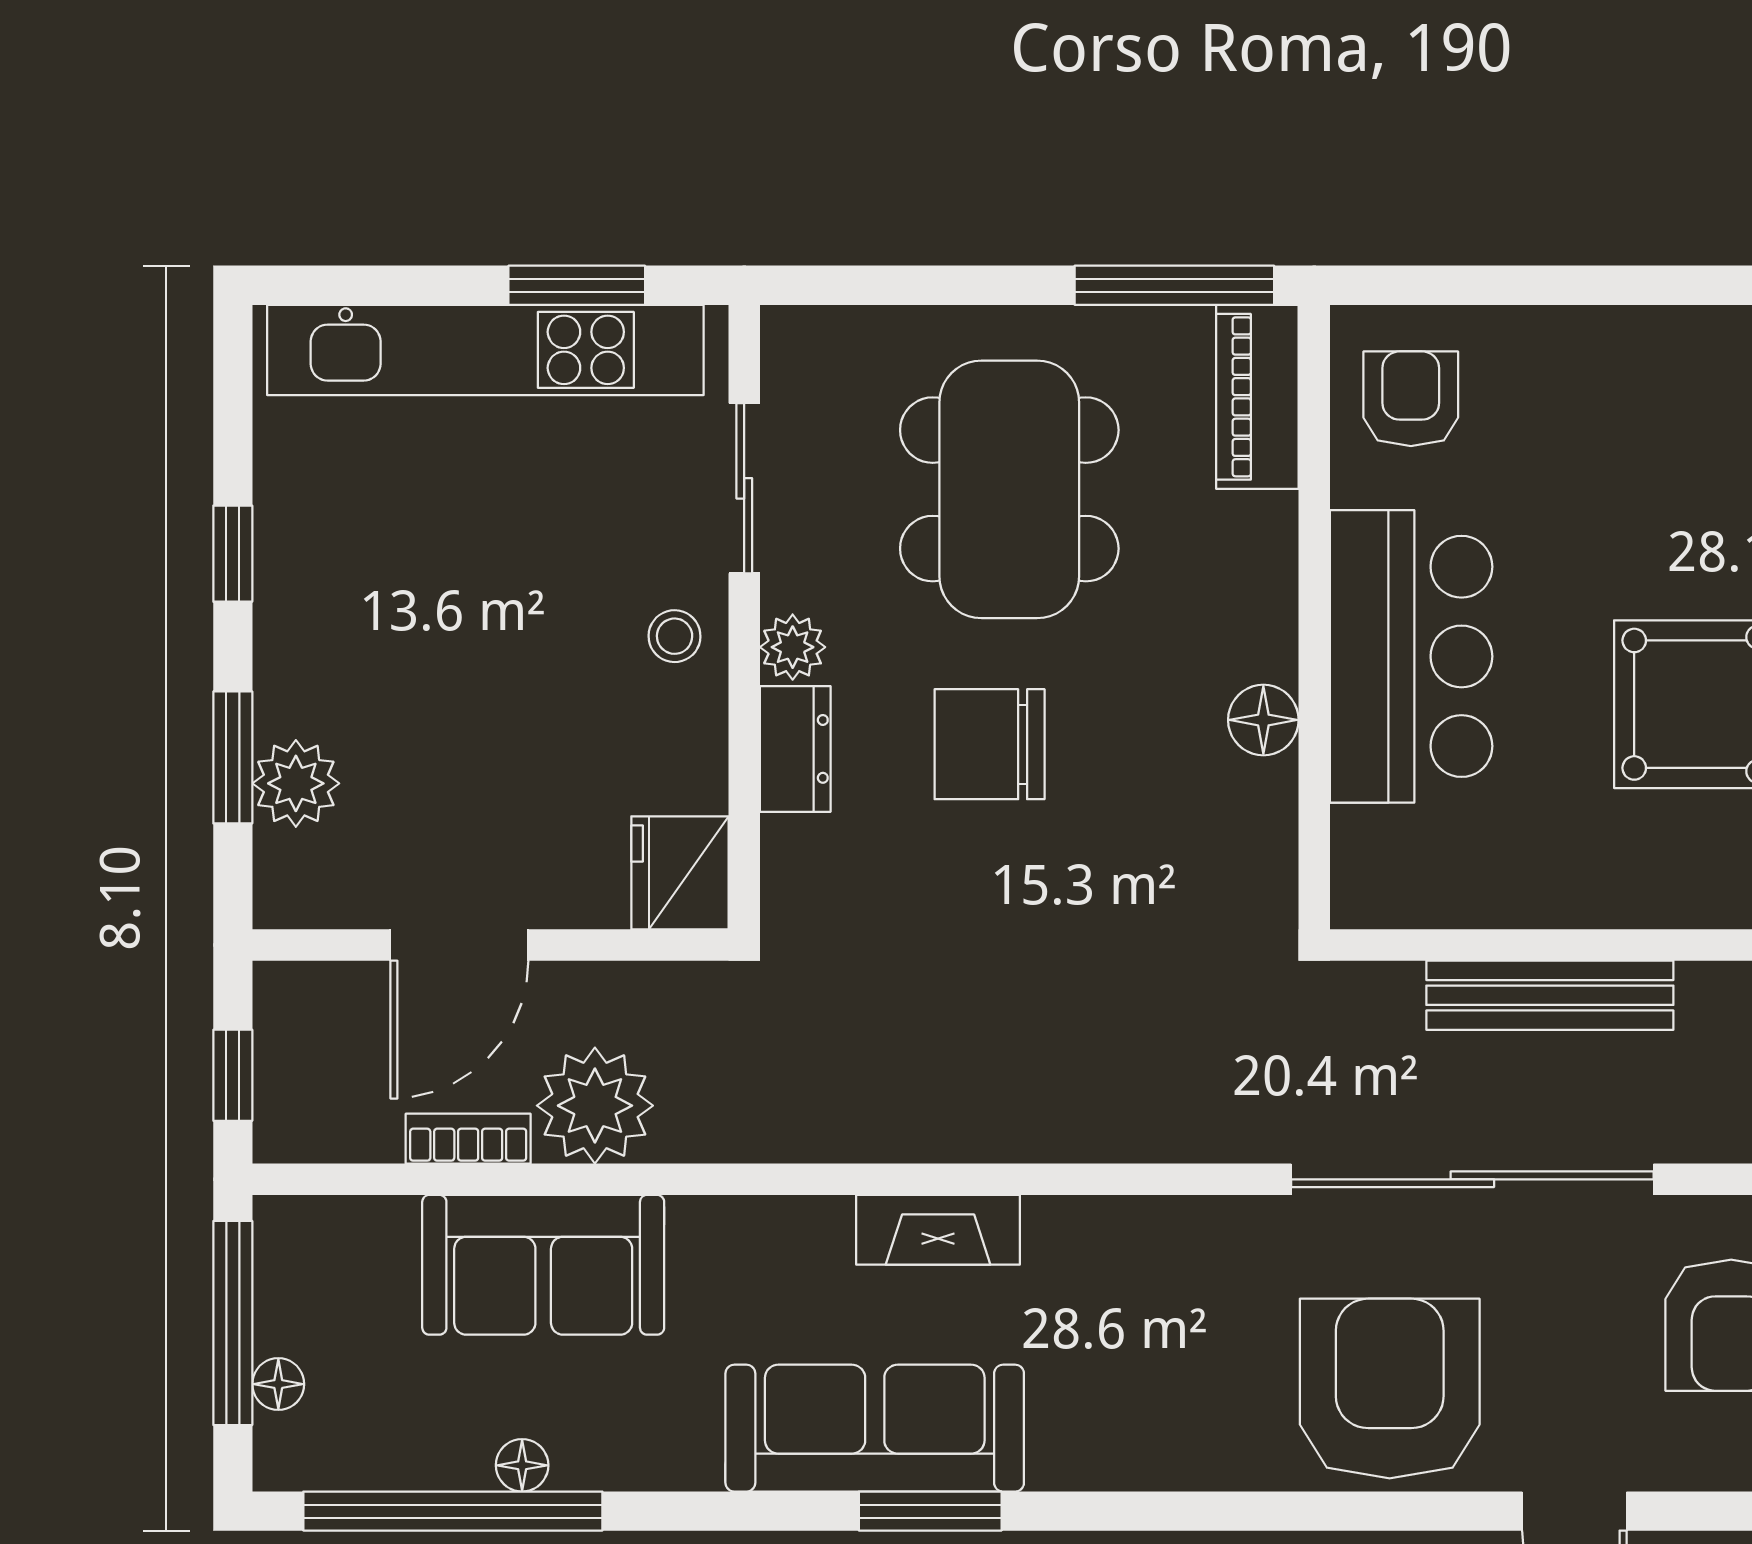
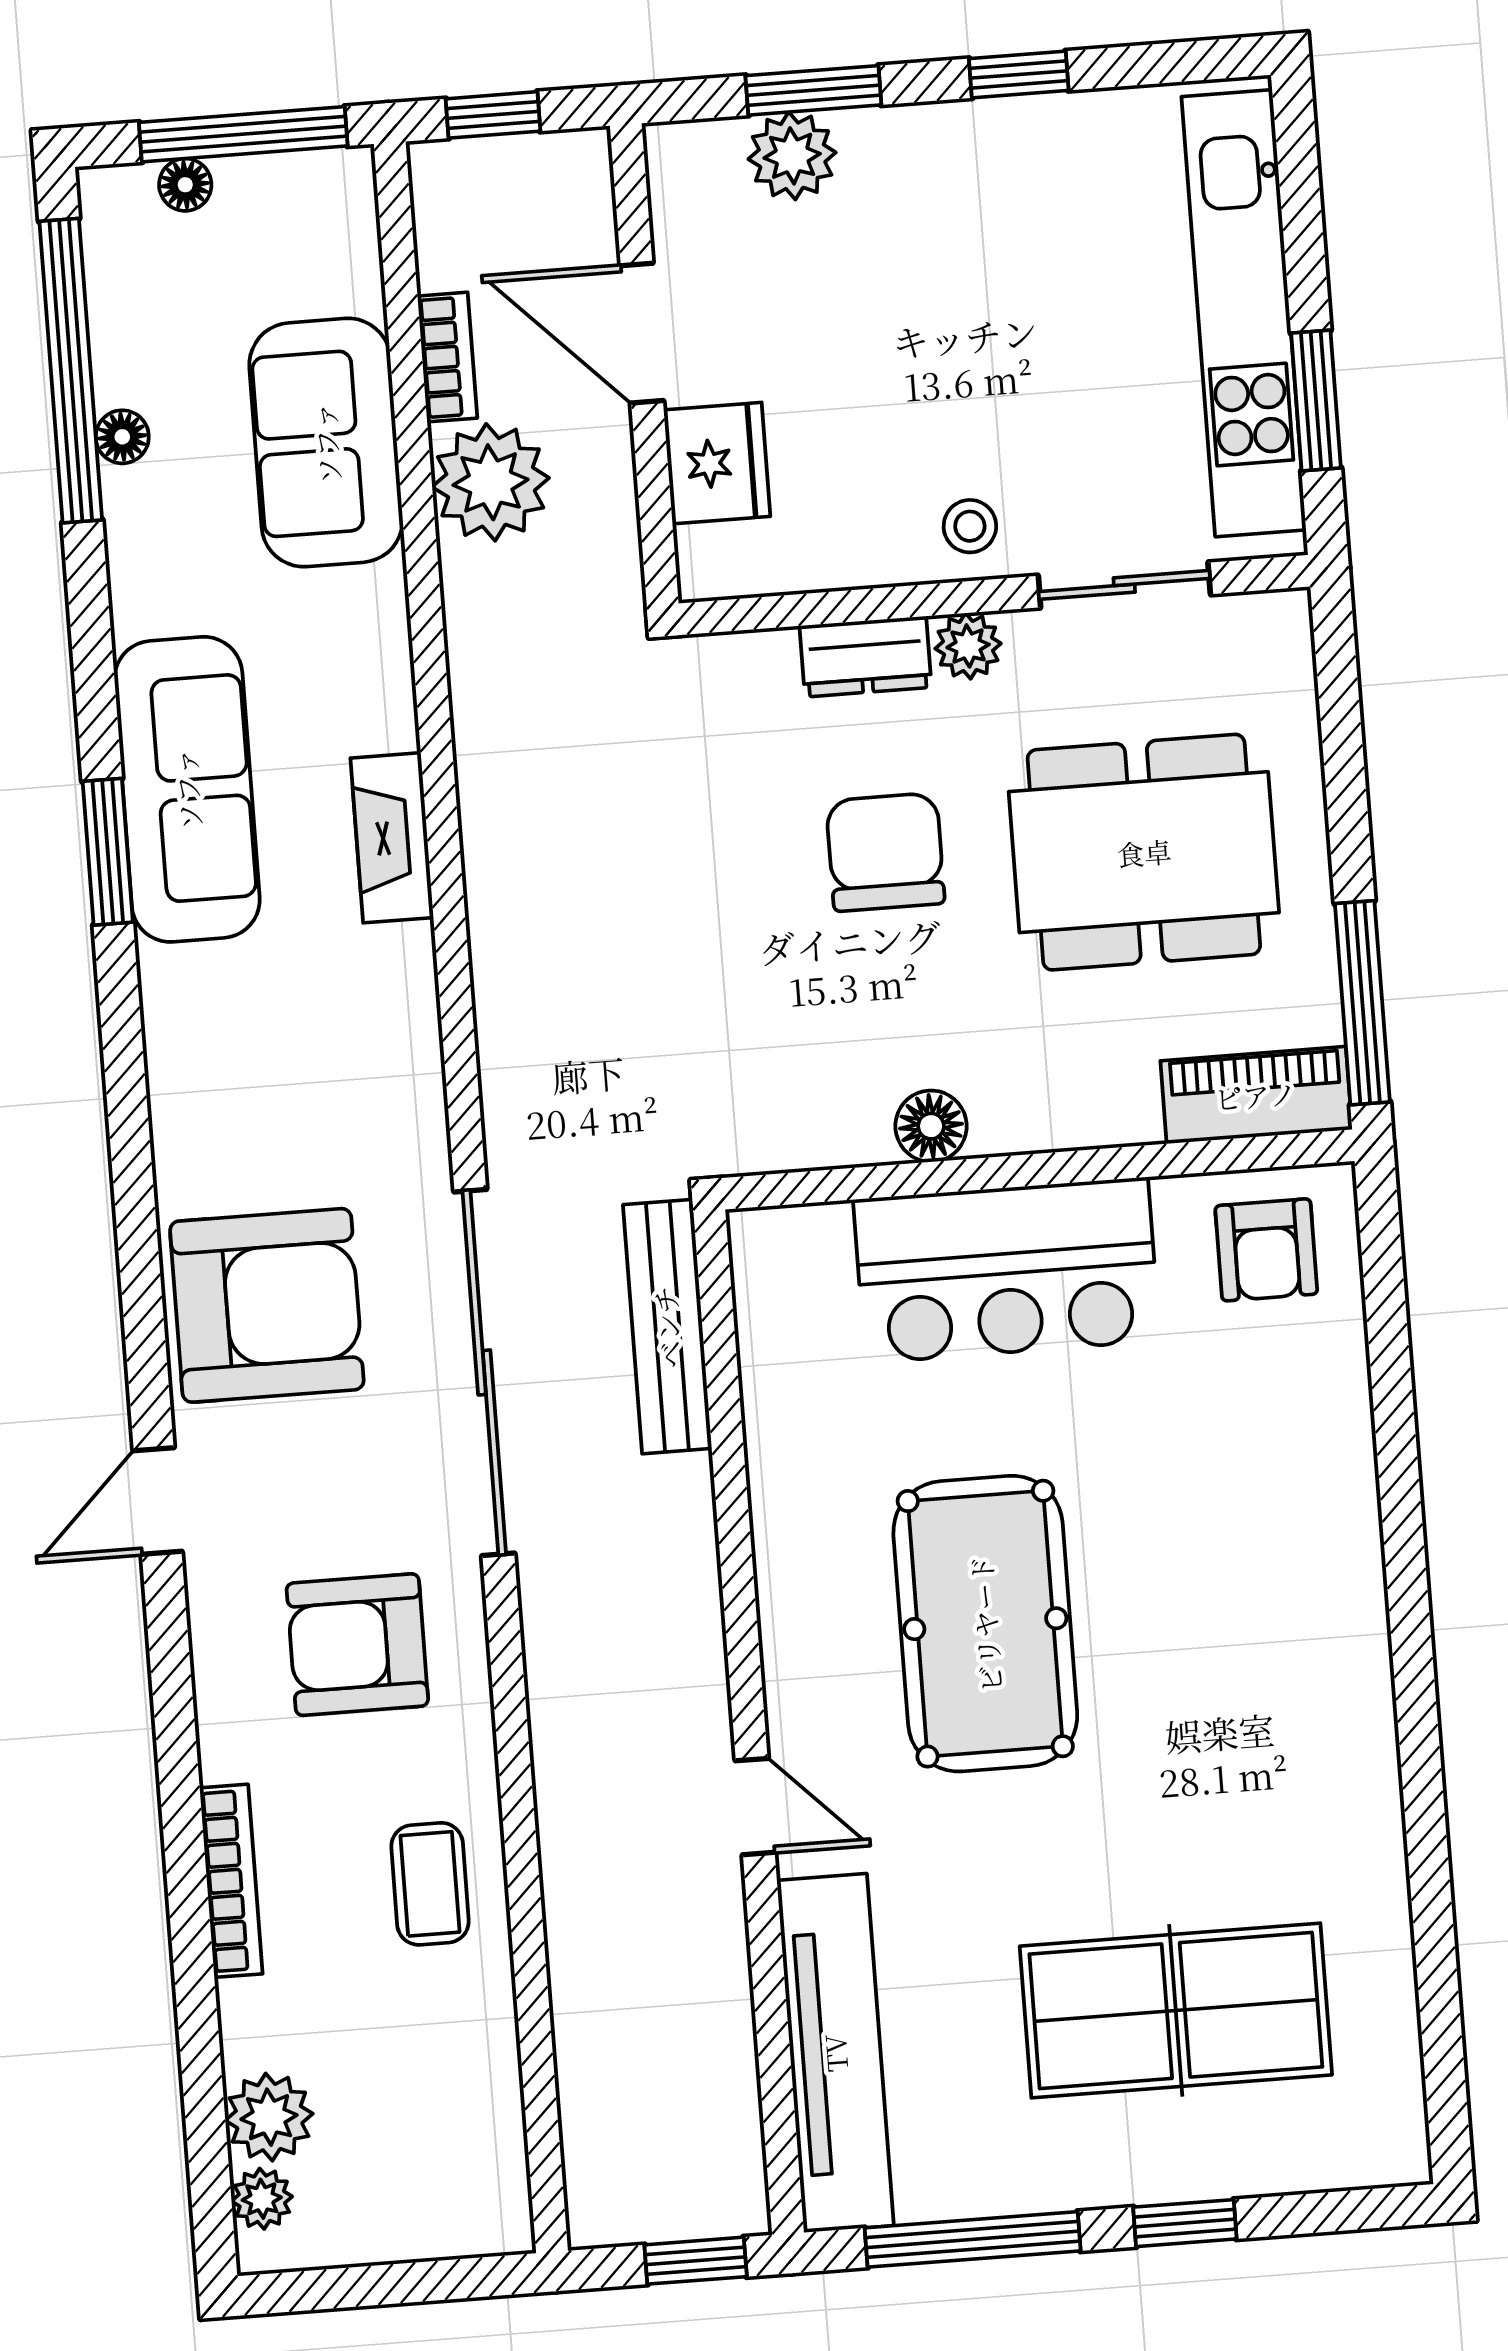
armchair: (1411, 399) -> (1266, 1250), turned 90
fridge: (680, 873) -> (717, 463), moved, turned 90
bench: (1550, 995) -> (667, 1327), moved

